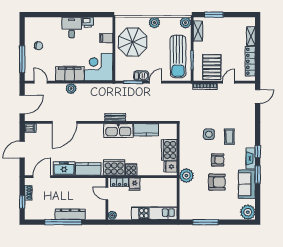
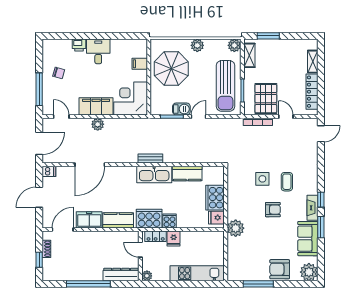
printer: (88, 22) -> (79, 45), moved
door: (229, 82) -> (286, 117), hinge flipped
armchair: (217, 182) -> (280, 269), moved, turned 180
dresser: (70, 214) -> (121, 274), moved

